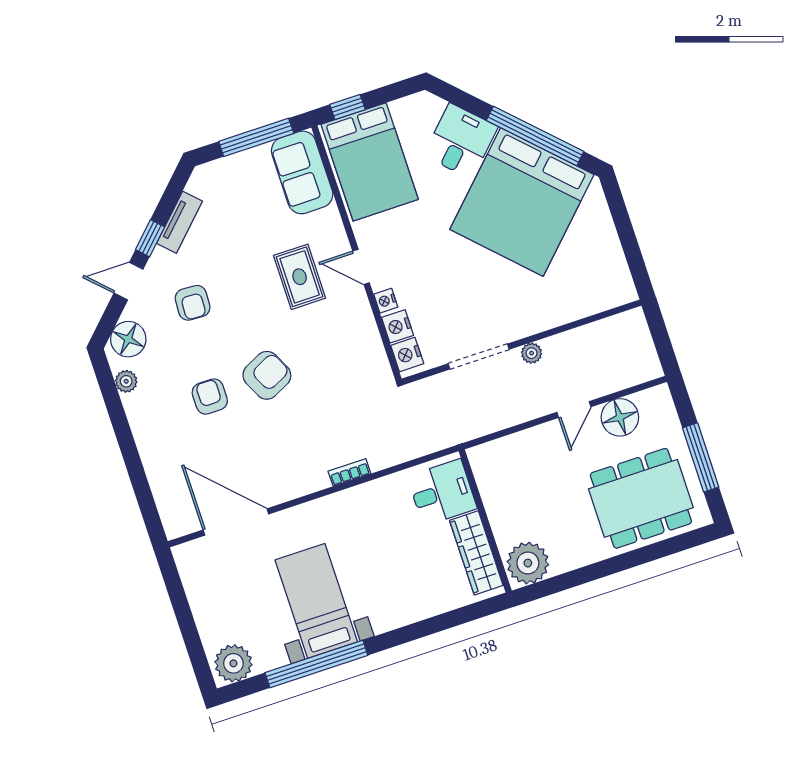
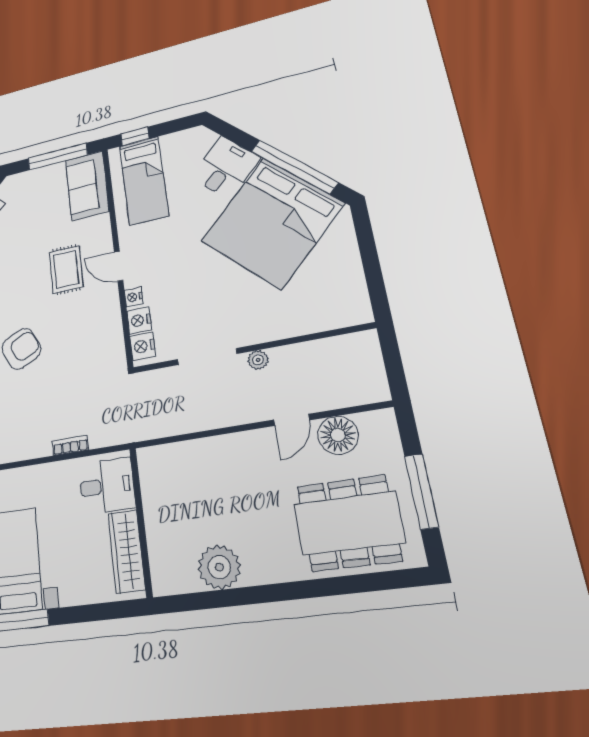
bed: (370, 162) -> (144, 180), width x0.67
desk: (442, 492) -> (107, 486), moved
wall: (485, 521) -> (141, 521), moved
wardrobe: (476, 553) -> (127, 551), moved

